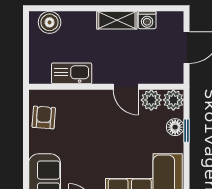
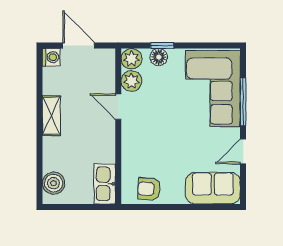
washing machine: (147, 20) -> (51, 57), moved
kitchen sink: (72, 73) -> (105, 184), moved
door: (126, 87) -> (118, 107), swing flipped

